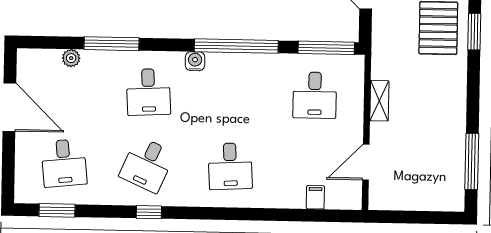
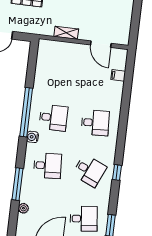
window: (326, 48) -> (32, 60), removed
desk: (315, 95) -> (53, 118), moved

